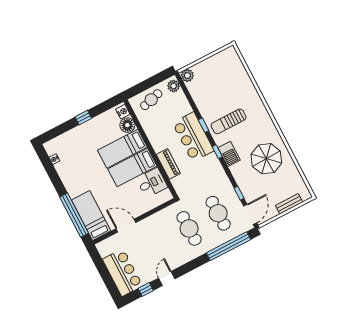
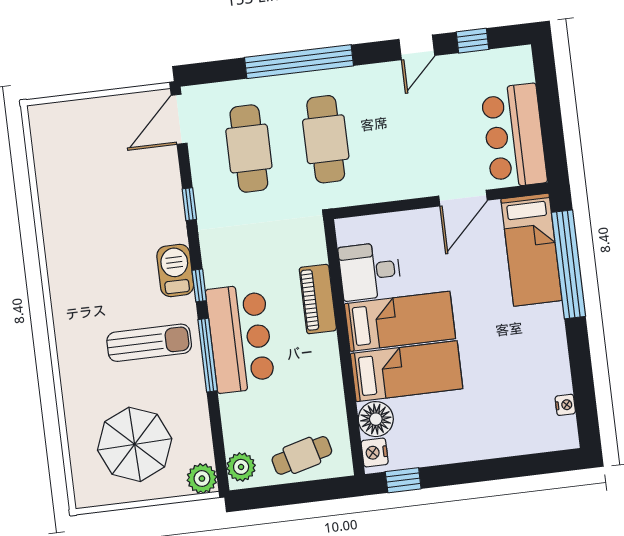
window: (83, 118) -> (403, 480), moved
window: (204, 125) -> (208, 355), width x2.17
parasol: (266, 159) -> (135, 444), moved
window: (239, 193) -> (189, 204), moved
bench: (289, 204) -> (84, 110), removed
door: (126, 226) -> (463, 198), hinge flipped
window: (229, 246) -> (299, 62), moved
bar counter: (123, 272) -> (514, 136), moved

